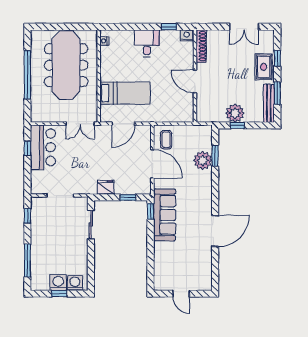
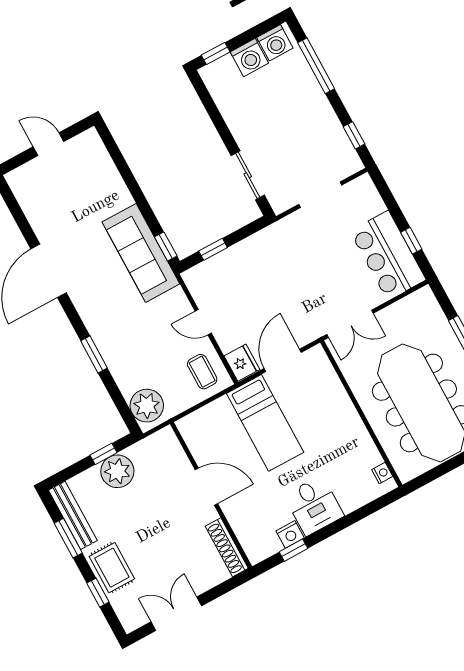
nightstand: (187, 35) -> (290, 534), moved
bed: (125, 93) -> (265, 423), moved, turned -90
double door: (80, 124) -> (350, 324), swing flipped
window: (215, 156) -> (94, 354), moved
plant: (203, 160) -> (147, 406), moved
door: (152, 164) -> (203, 322), width x0.53
fridge: (106, 187) -> (242, 363), moved, turned -90
washing machine: (75, 283) -> (275, 43), moved
window: (59, 294) -> (216, 53), moved

